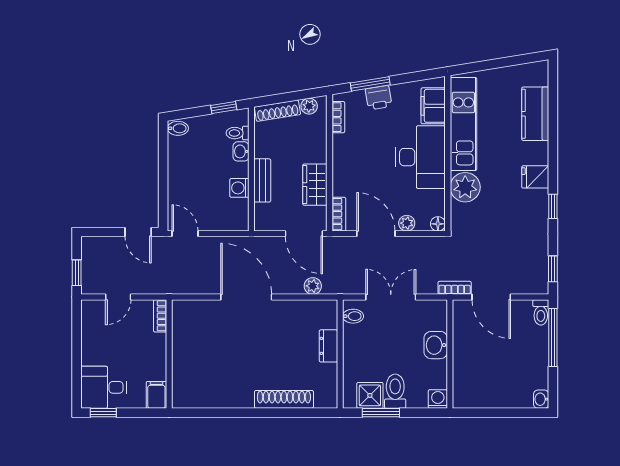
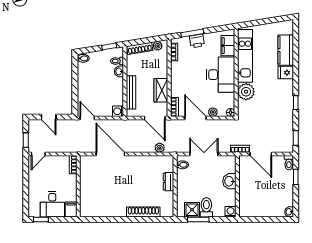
fridge: (535, 177) -> (286, 73), moved
bench: (262, 180) -> (131, 92), width x1.36
washing machine: (239, 188) -> (118, 111), moved
door: (138, 232) -> (49, 117), moved
door: (118, 297) -> (38, 154), moved
door: (246, 297) -> (110, 154), moved
window: (553, 337) -> (296, 177), width x0.46
desk: (104, 387) -> (52, 204), moved, turned -90

